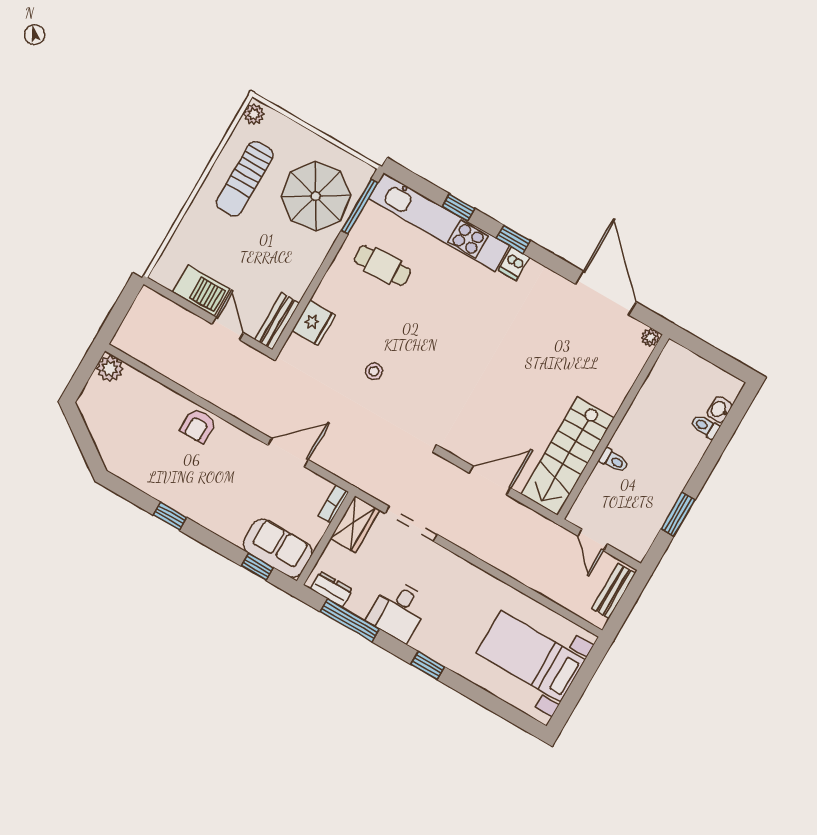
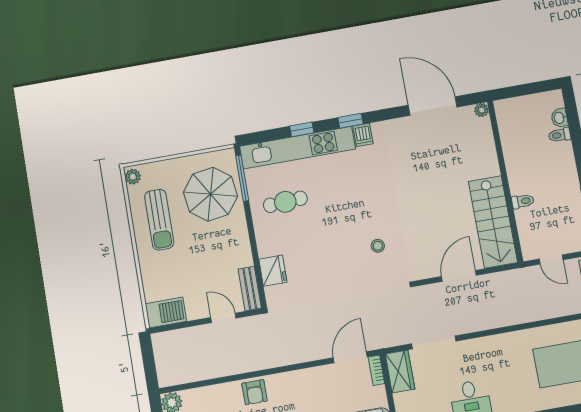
barbecue: (201, 291) -> (166, 313), moved
stool: (374, 371) -> (378, 246), moved
door: (288, 452) -> (350, 357), moved

